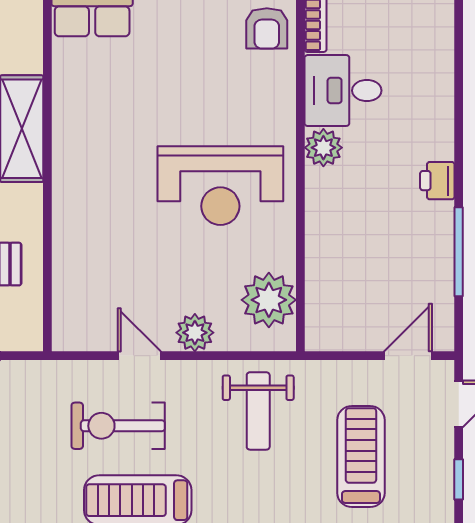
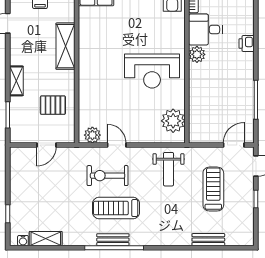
printer: (437, 181) -> (247, 43), moved
plant: (195, 333) -> (92, 135), moved

